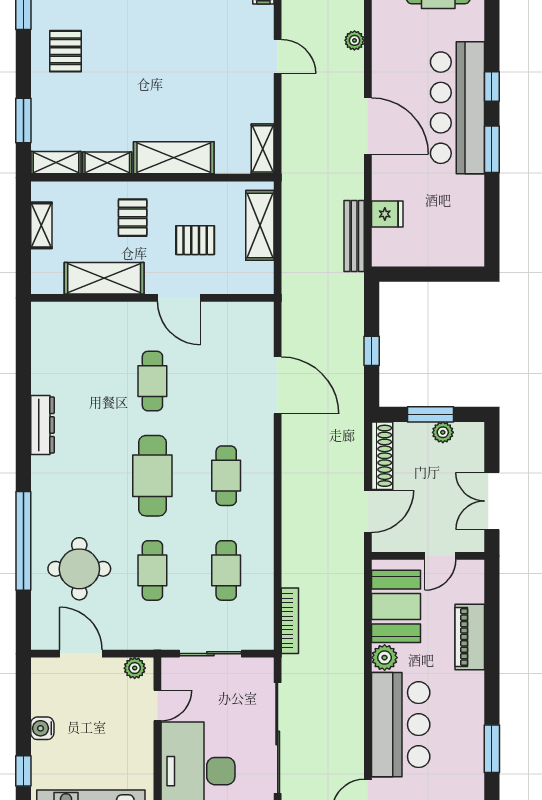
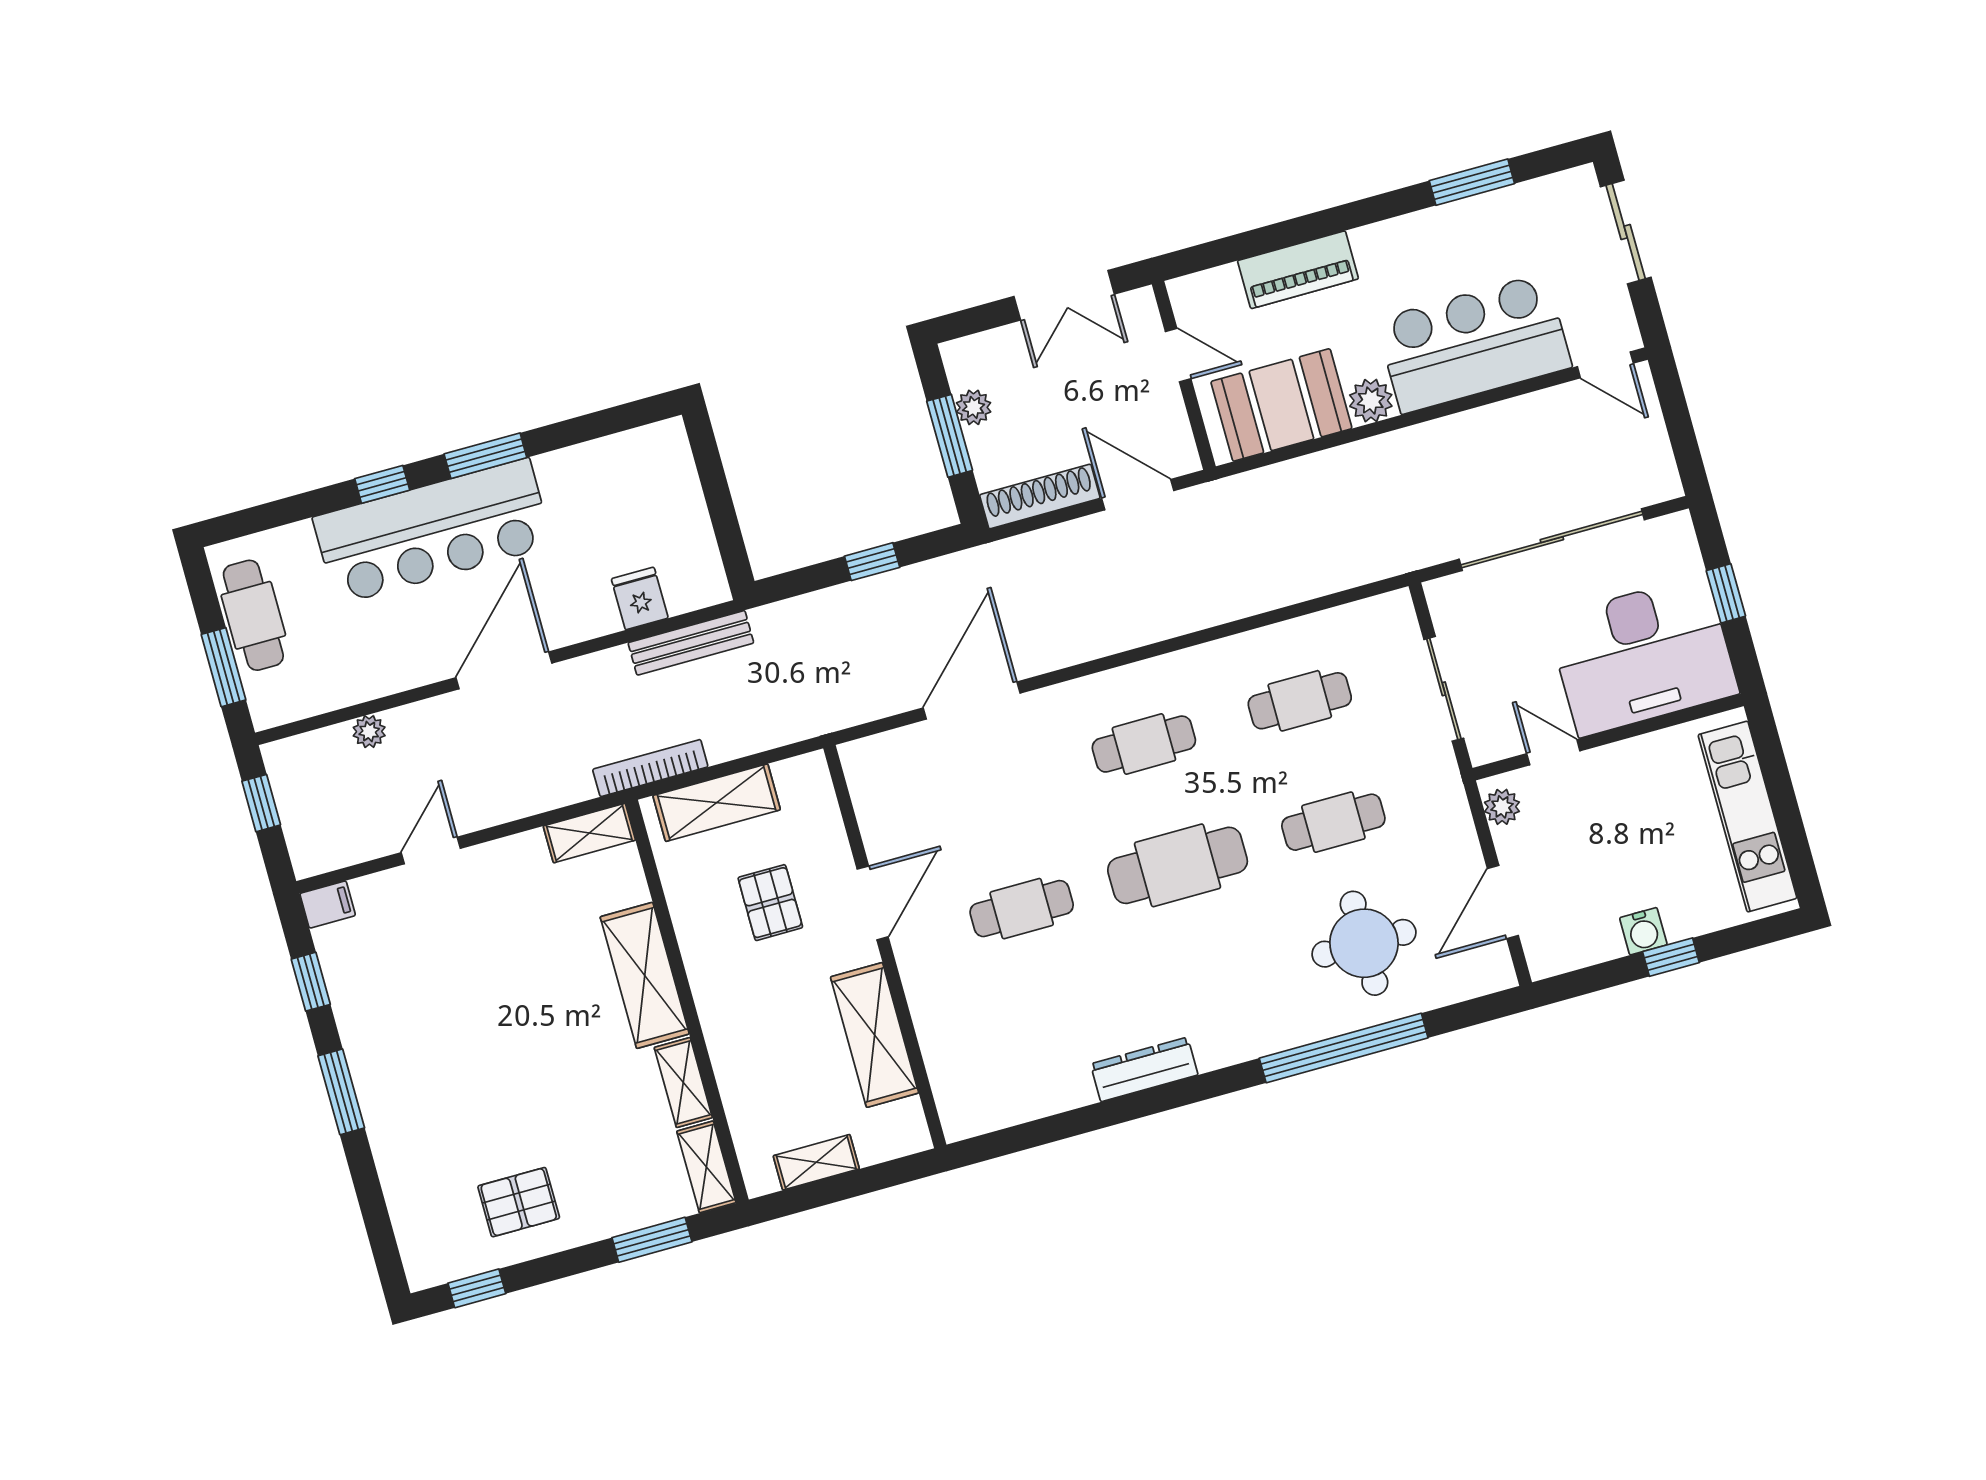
pallet: (133, 218) -> (762, 1016), removed
bookcase: (290, 621) -> (650, 768), moved
window: (23, 771) -> (1671, 957), moved

